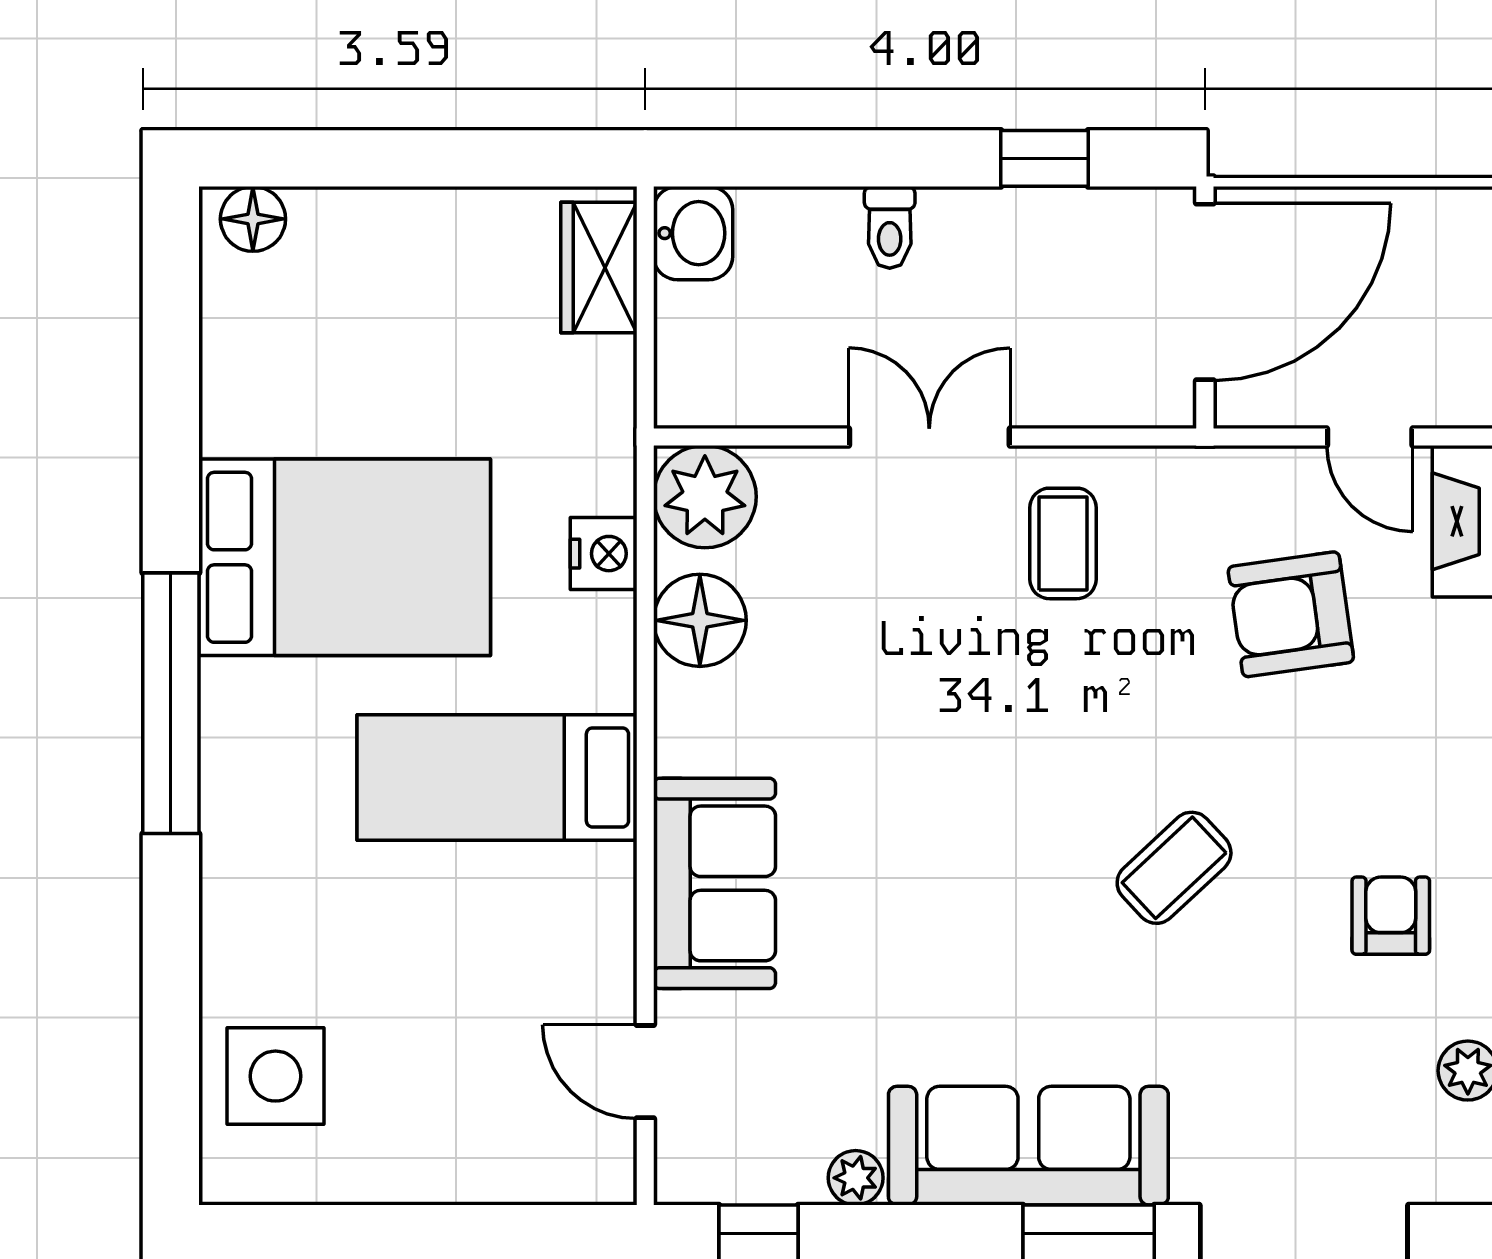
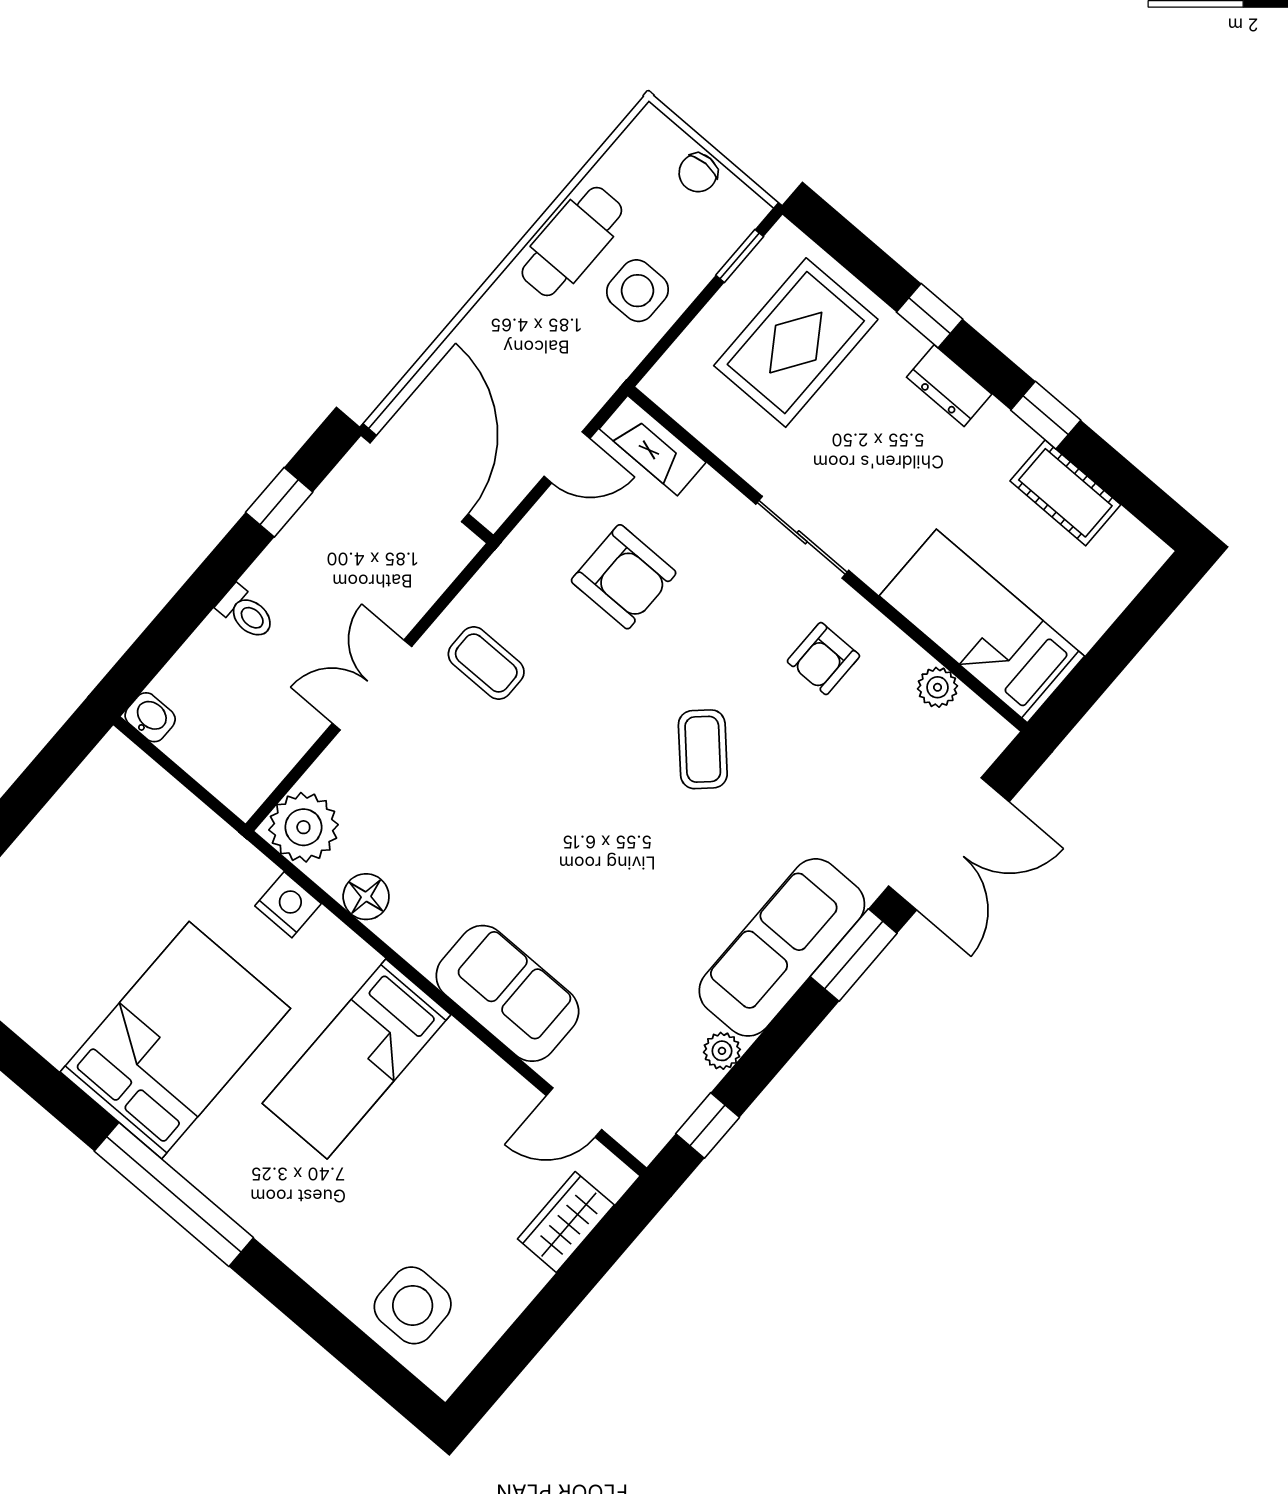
washbasin: (693, 233) -> (150, 717), width x0.72, depth x0.69
wardrobe: (599, 267) -> (566, 1222), moved, turned 90
armchair: (1291, 614) -> (624, 577), turned -82
floor lamp: (700, 620) -> (366, 897), width x0.73, depth x0.73
armchair: (1391, 916) -> (823, 659), turned -90

